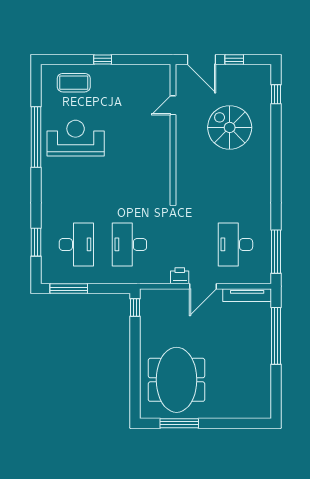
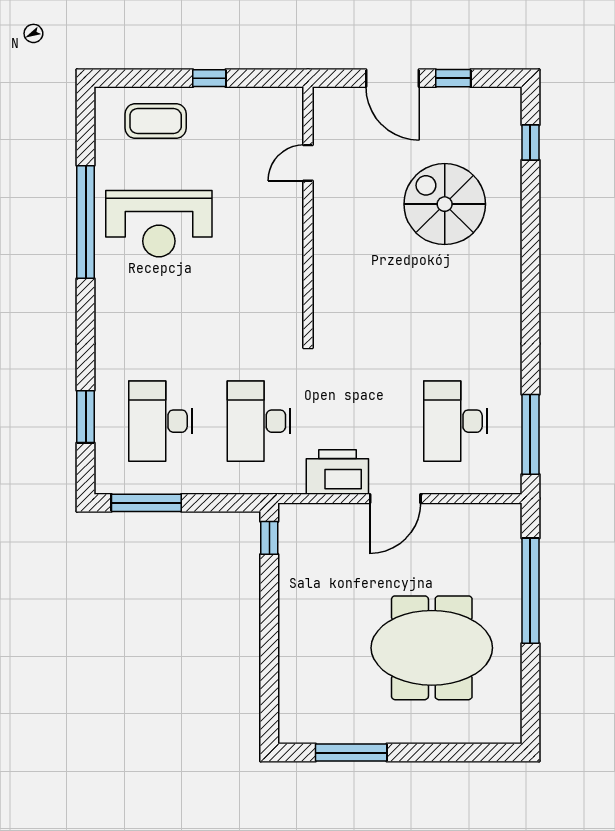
door: (173, 105) -> (308, 163), moved
wall: (173, 132) -> (308, 213), moved
reception desk: (76, 138) -> (159, 224), turned 180
desk: (76, 244) -> (161, 421), turned 180
printer: (180, 276) -> (337, 472), width x1.87, depth x1.48
tv unit: (247, 295) -> (477, 515), removed
meeting table: (177, 380) -> (432, 648), moved, turned 90

